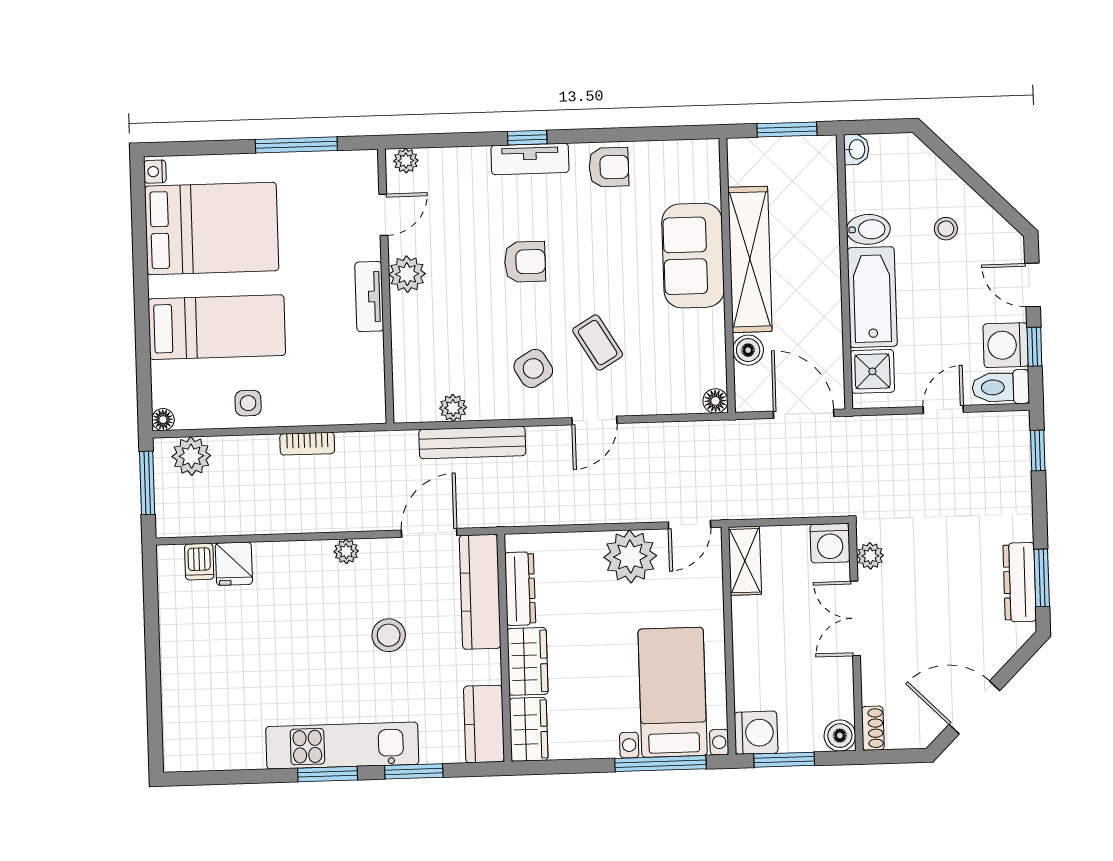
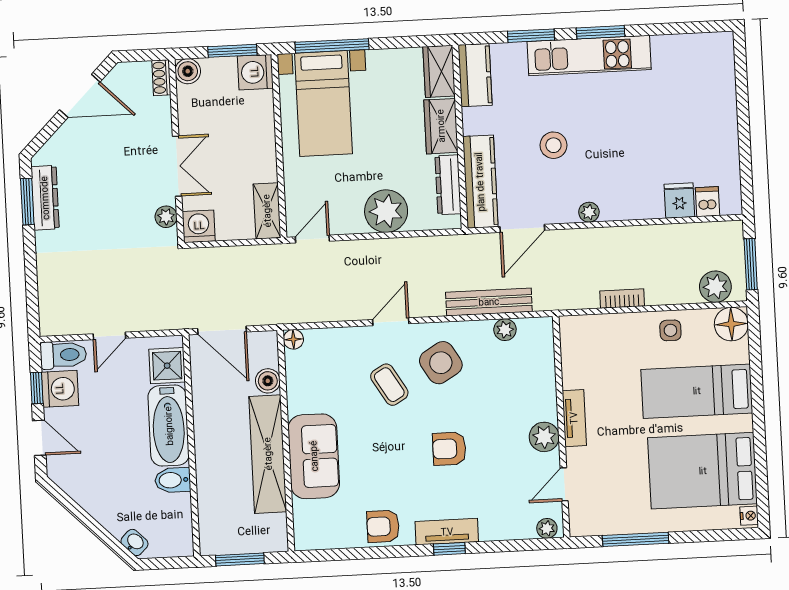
washbasin: (856, 149) -> (134, 542), moved, turned 135
stool: (946, 229) -> (110, 482), removed
side table: (533, 368) -> (441, 363), width x1.37, depth x1.37
floor lamp: (163, 420) -> (731, 324), width x1.89, depth x1.89
window: (1038, 450) -> (33, 304), removed
plant: (630, 556) -> (386, 211), moved

